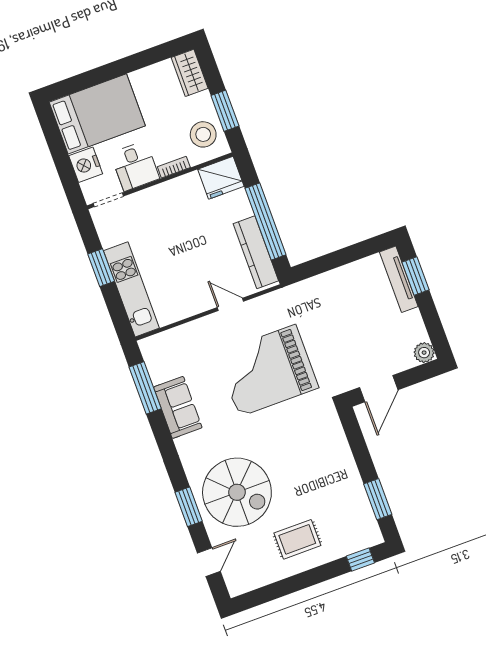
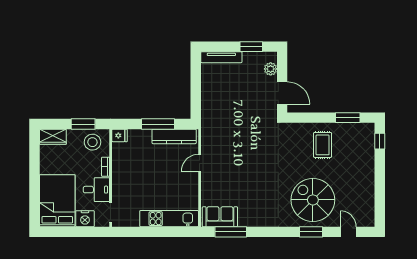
fridge: (221, 178) -> (120, 135), width x0.53, depth x0.75
window: (265, 222) -> (158, 124), width x0.68
window: (101, 268) -> (150, 232), removed
window: (416, 276) -> (251, 47), moved
plant: (424, 353) -> (271, 69), moved
grand piano: (267, 371) -> (247, 155), removed
sofa: (178, 407) -> (220, 217), moved
spiral stairs: (237, 492) -> (313, 200), turned -90
rug: (297, 539) -> (323, 145), moved

